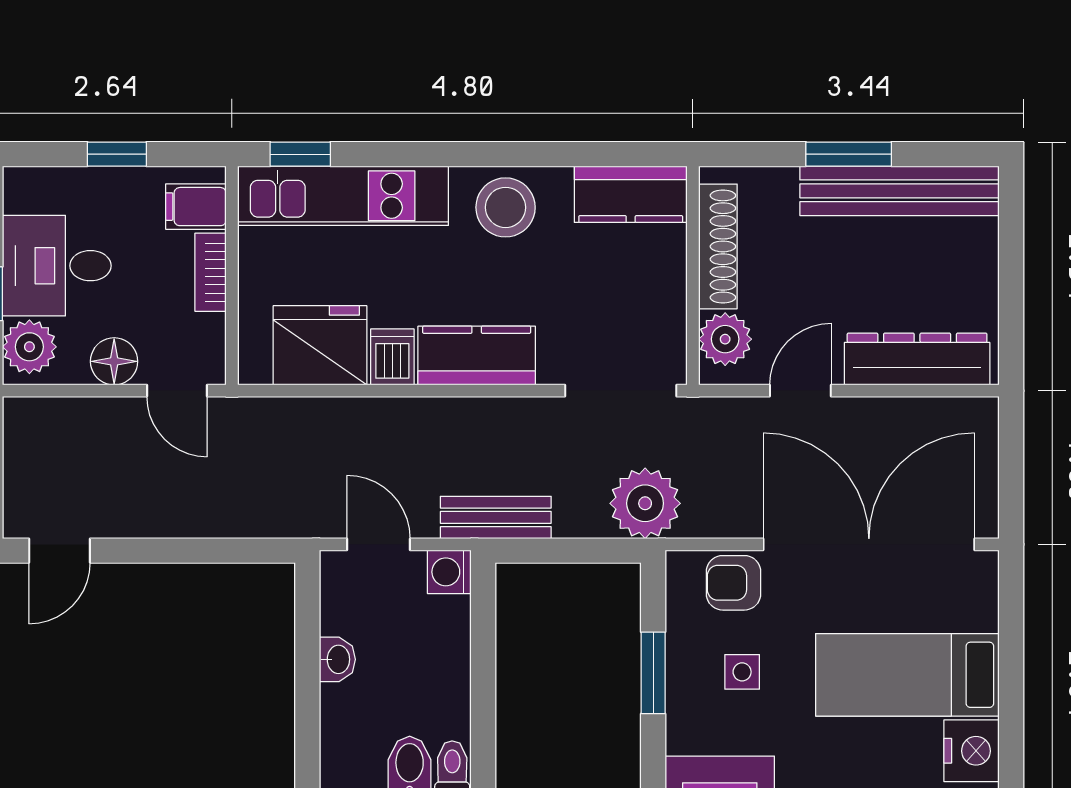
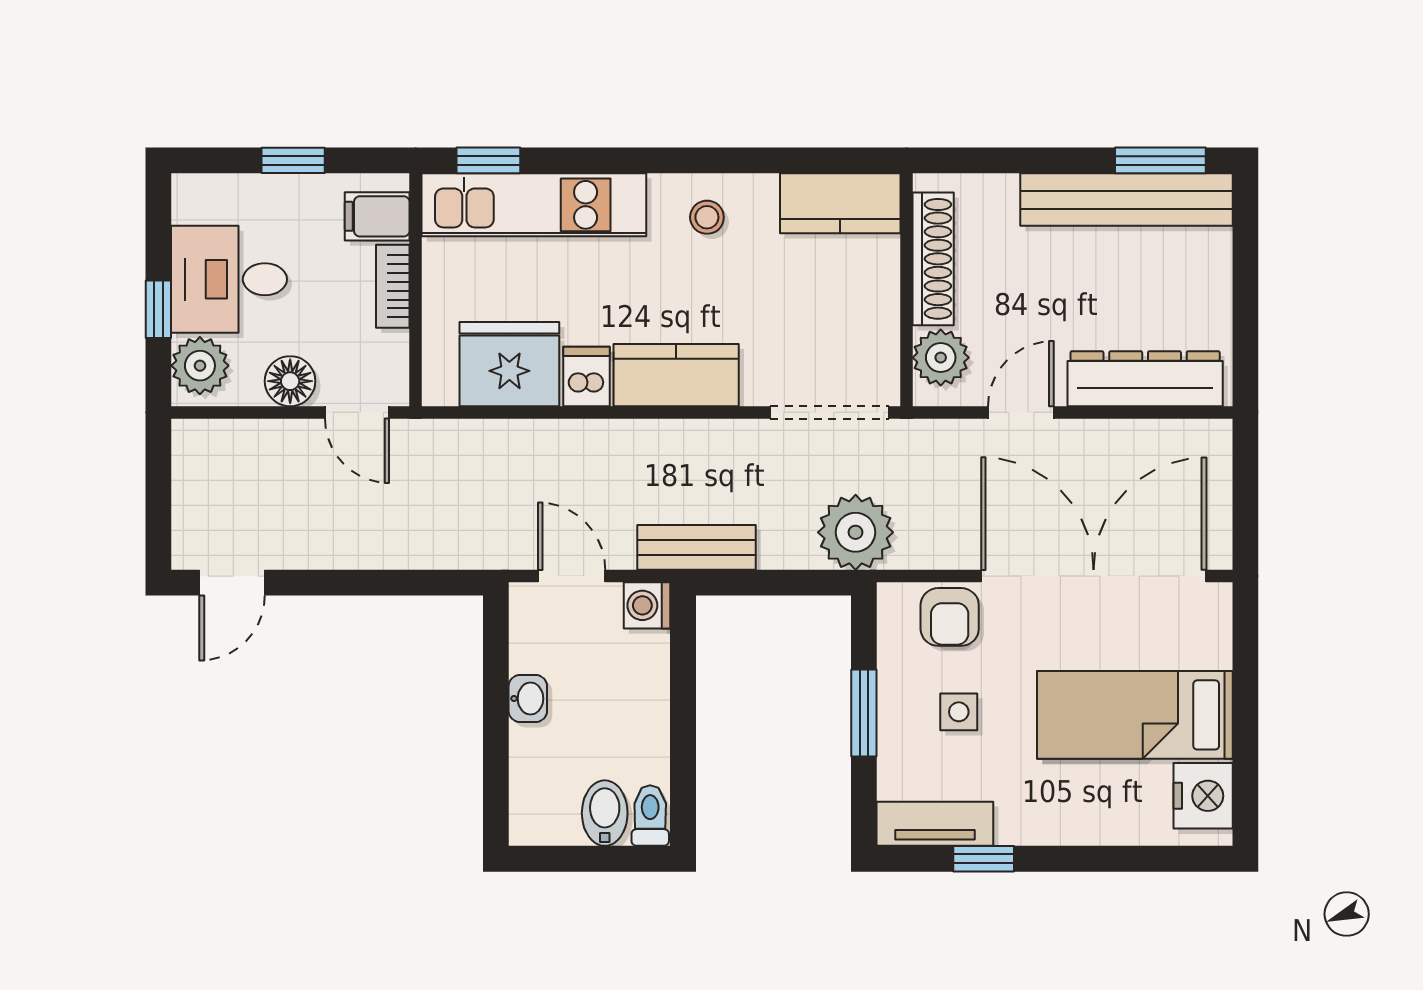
window: (849, 154) -> (1160, 160), moved
stool: (506, 207) -> (707, 217), width x0.53, depth x0.53
armchair: (734, 583) -> (950, 617), turned -90

